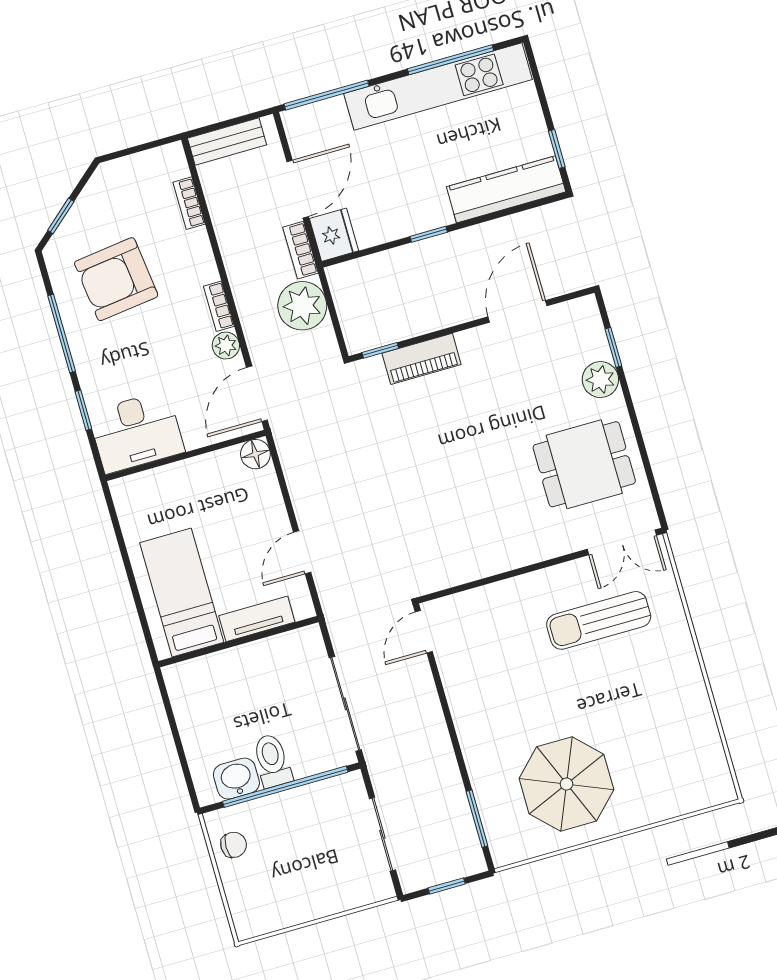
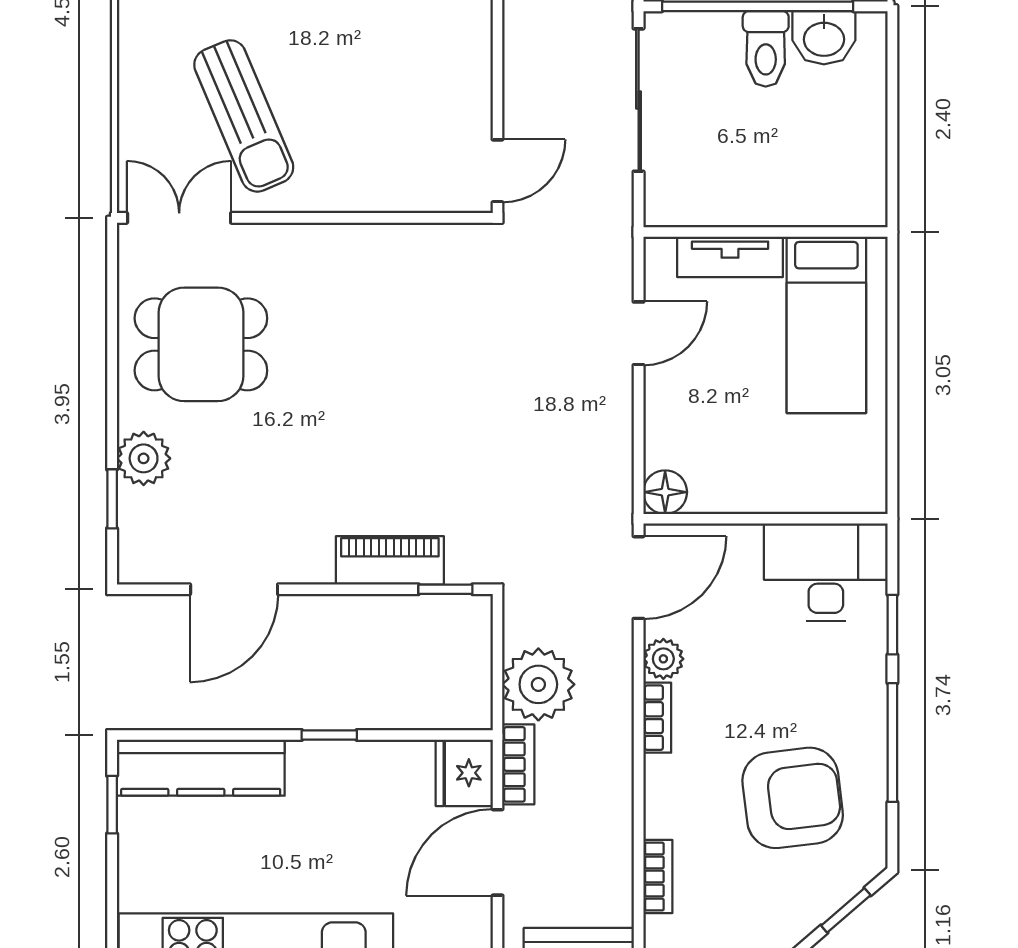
sun lounger: (599, 620) -> (244, 116), turned 67

